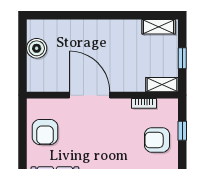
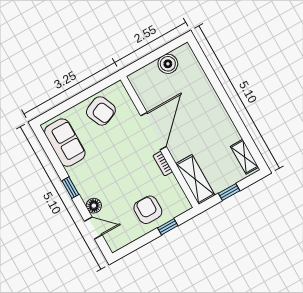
shelving: (162, 85) -> (195, 179), width x1.50, depth x1.33
bookcase: (144, 103) -> (163, 164), moved
armchair: (45, 132) -> (101, 111), turned -113

